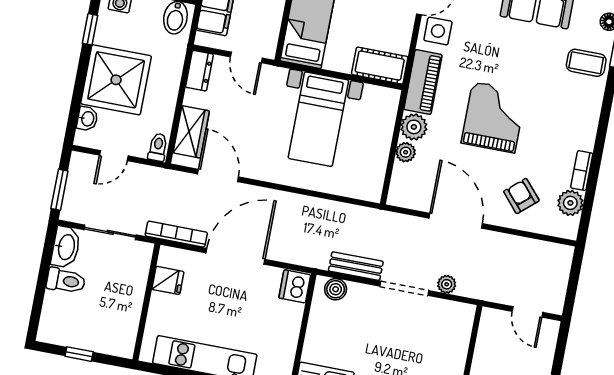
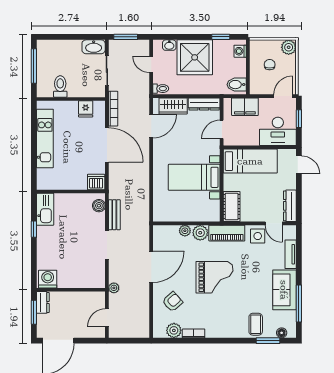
dresser: (199, 71) -> (204, 104), width x1.44
toilet: (66, 281) -> (60, 86), moved, turned 180
plant: (447, 284) -> (114, 288), moved
window: (79, 354) -> (34, 66), width x2.17

